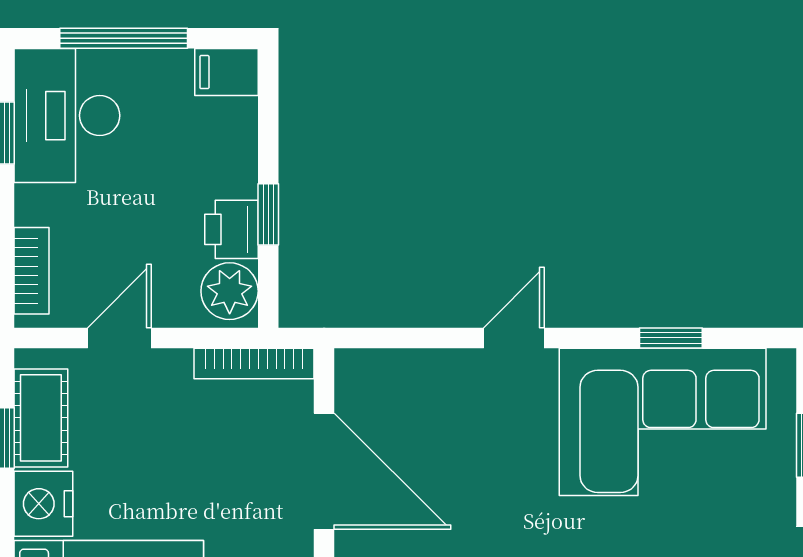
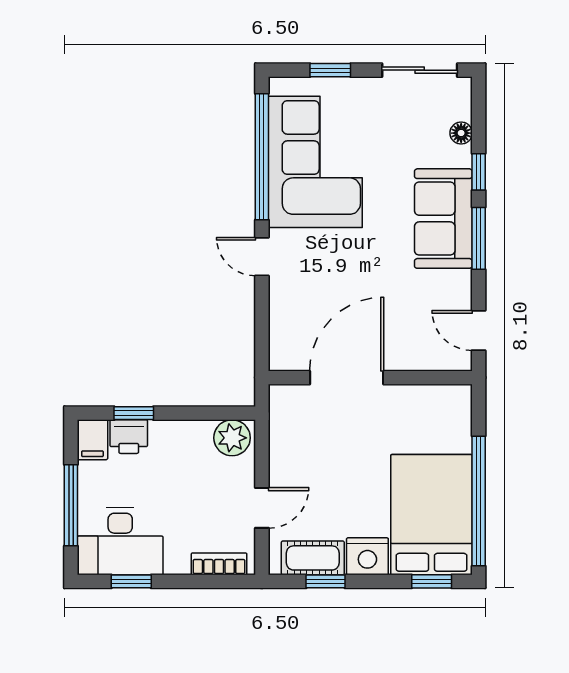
window: (268, 214) -> (134, 413), moved
printer: (231, 229) -> (129, 437), moved
door: (119, 338) -> (262, 508), swing flipped
window: (671, 338) -> (262, 157), width x3.17
bookcase: (254, 363) -> (278, 422), removed

